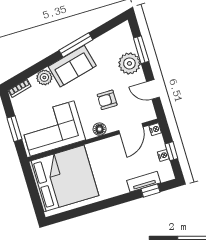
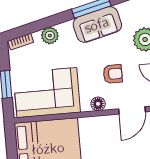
sofa: (72, 66) -> (97, 25), moved
armchair: (107, 100) -> (113, 74), turned 180

